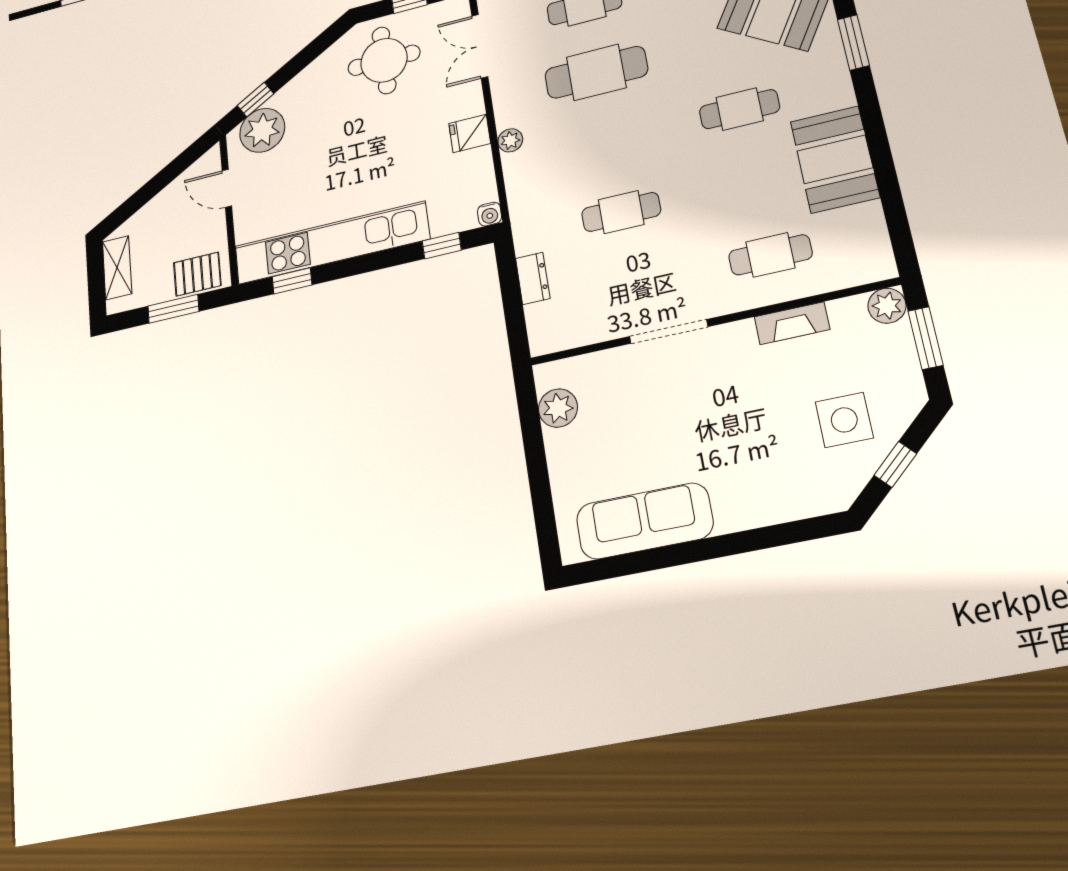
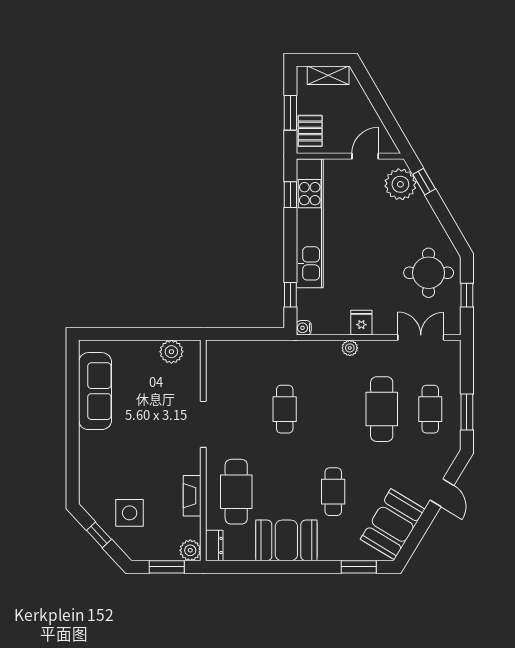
cafe table: (770, 255) -> (236, 492), width x1.37, depth x1.35
dresser: (533, 278) -> (214, 545), moved, turned -90

